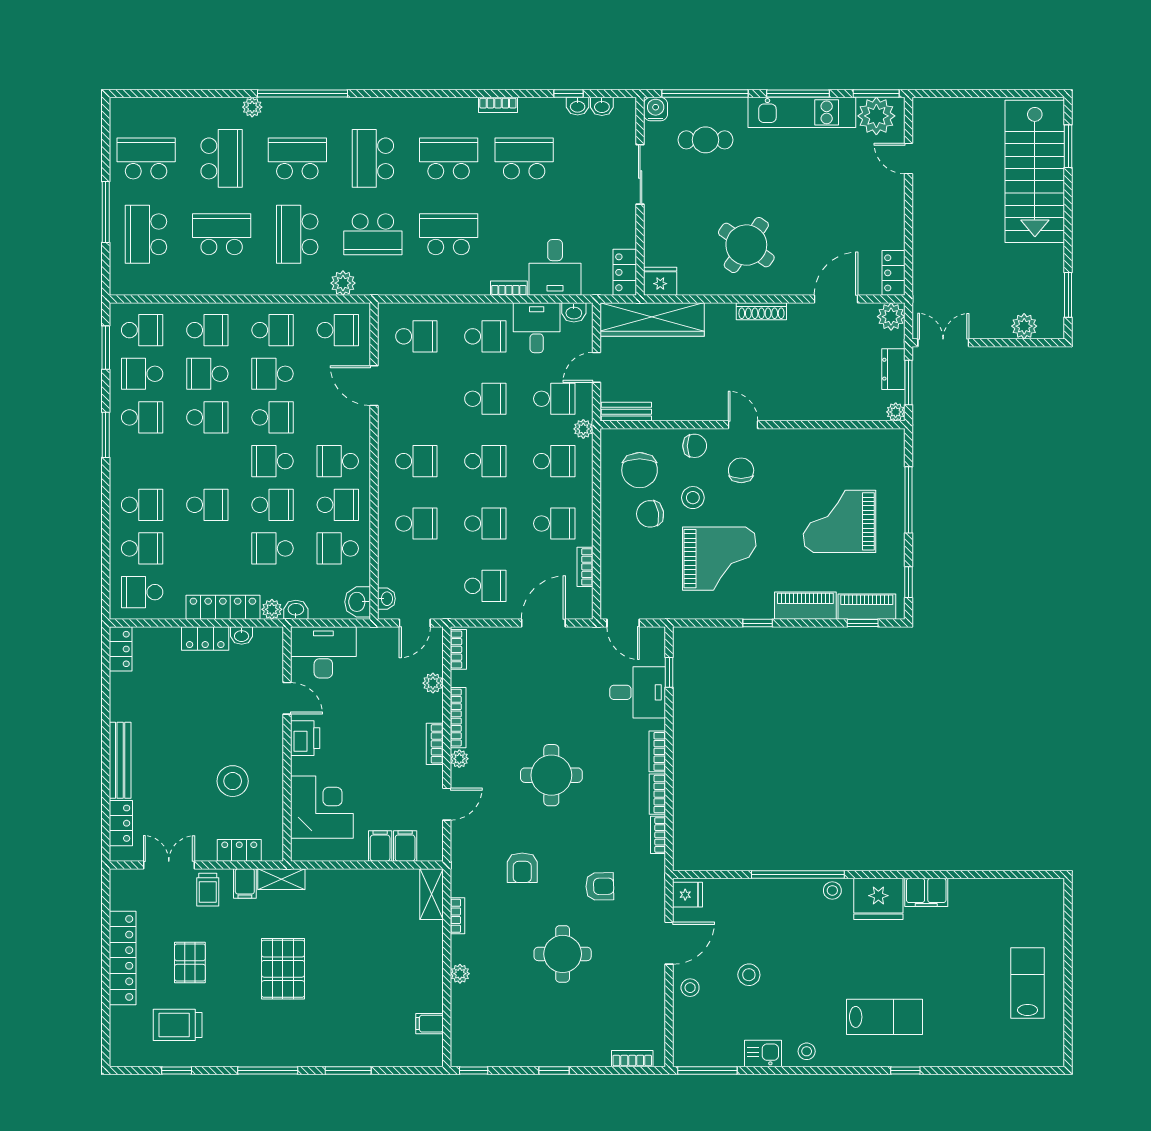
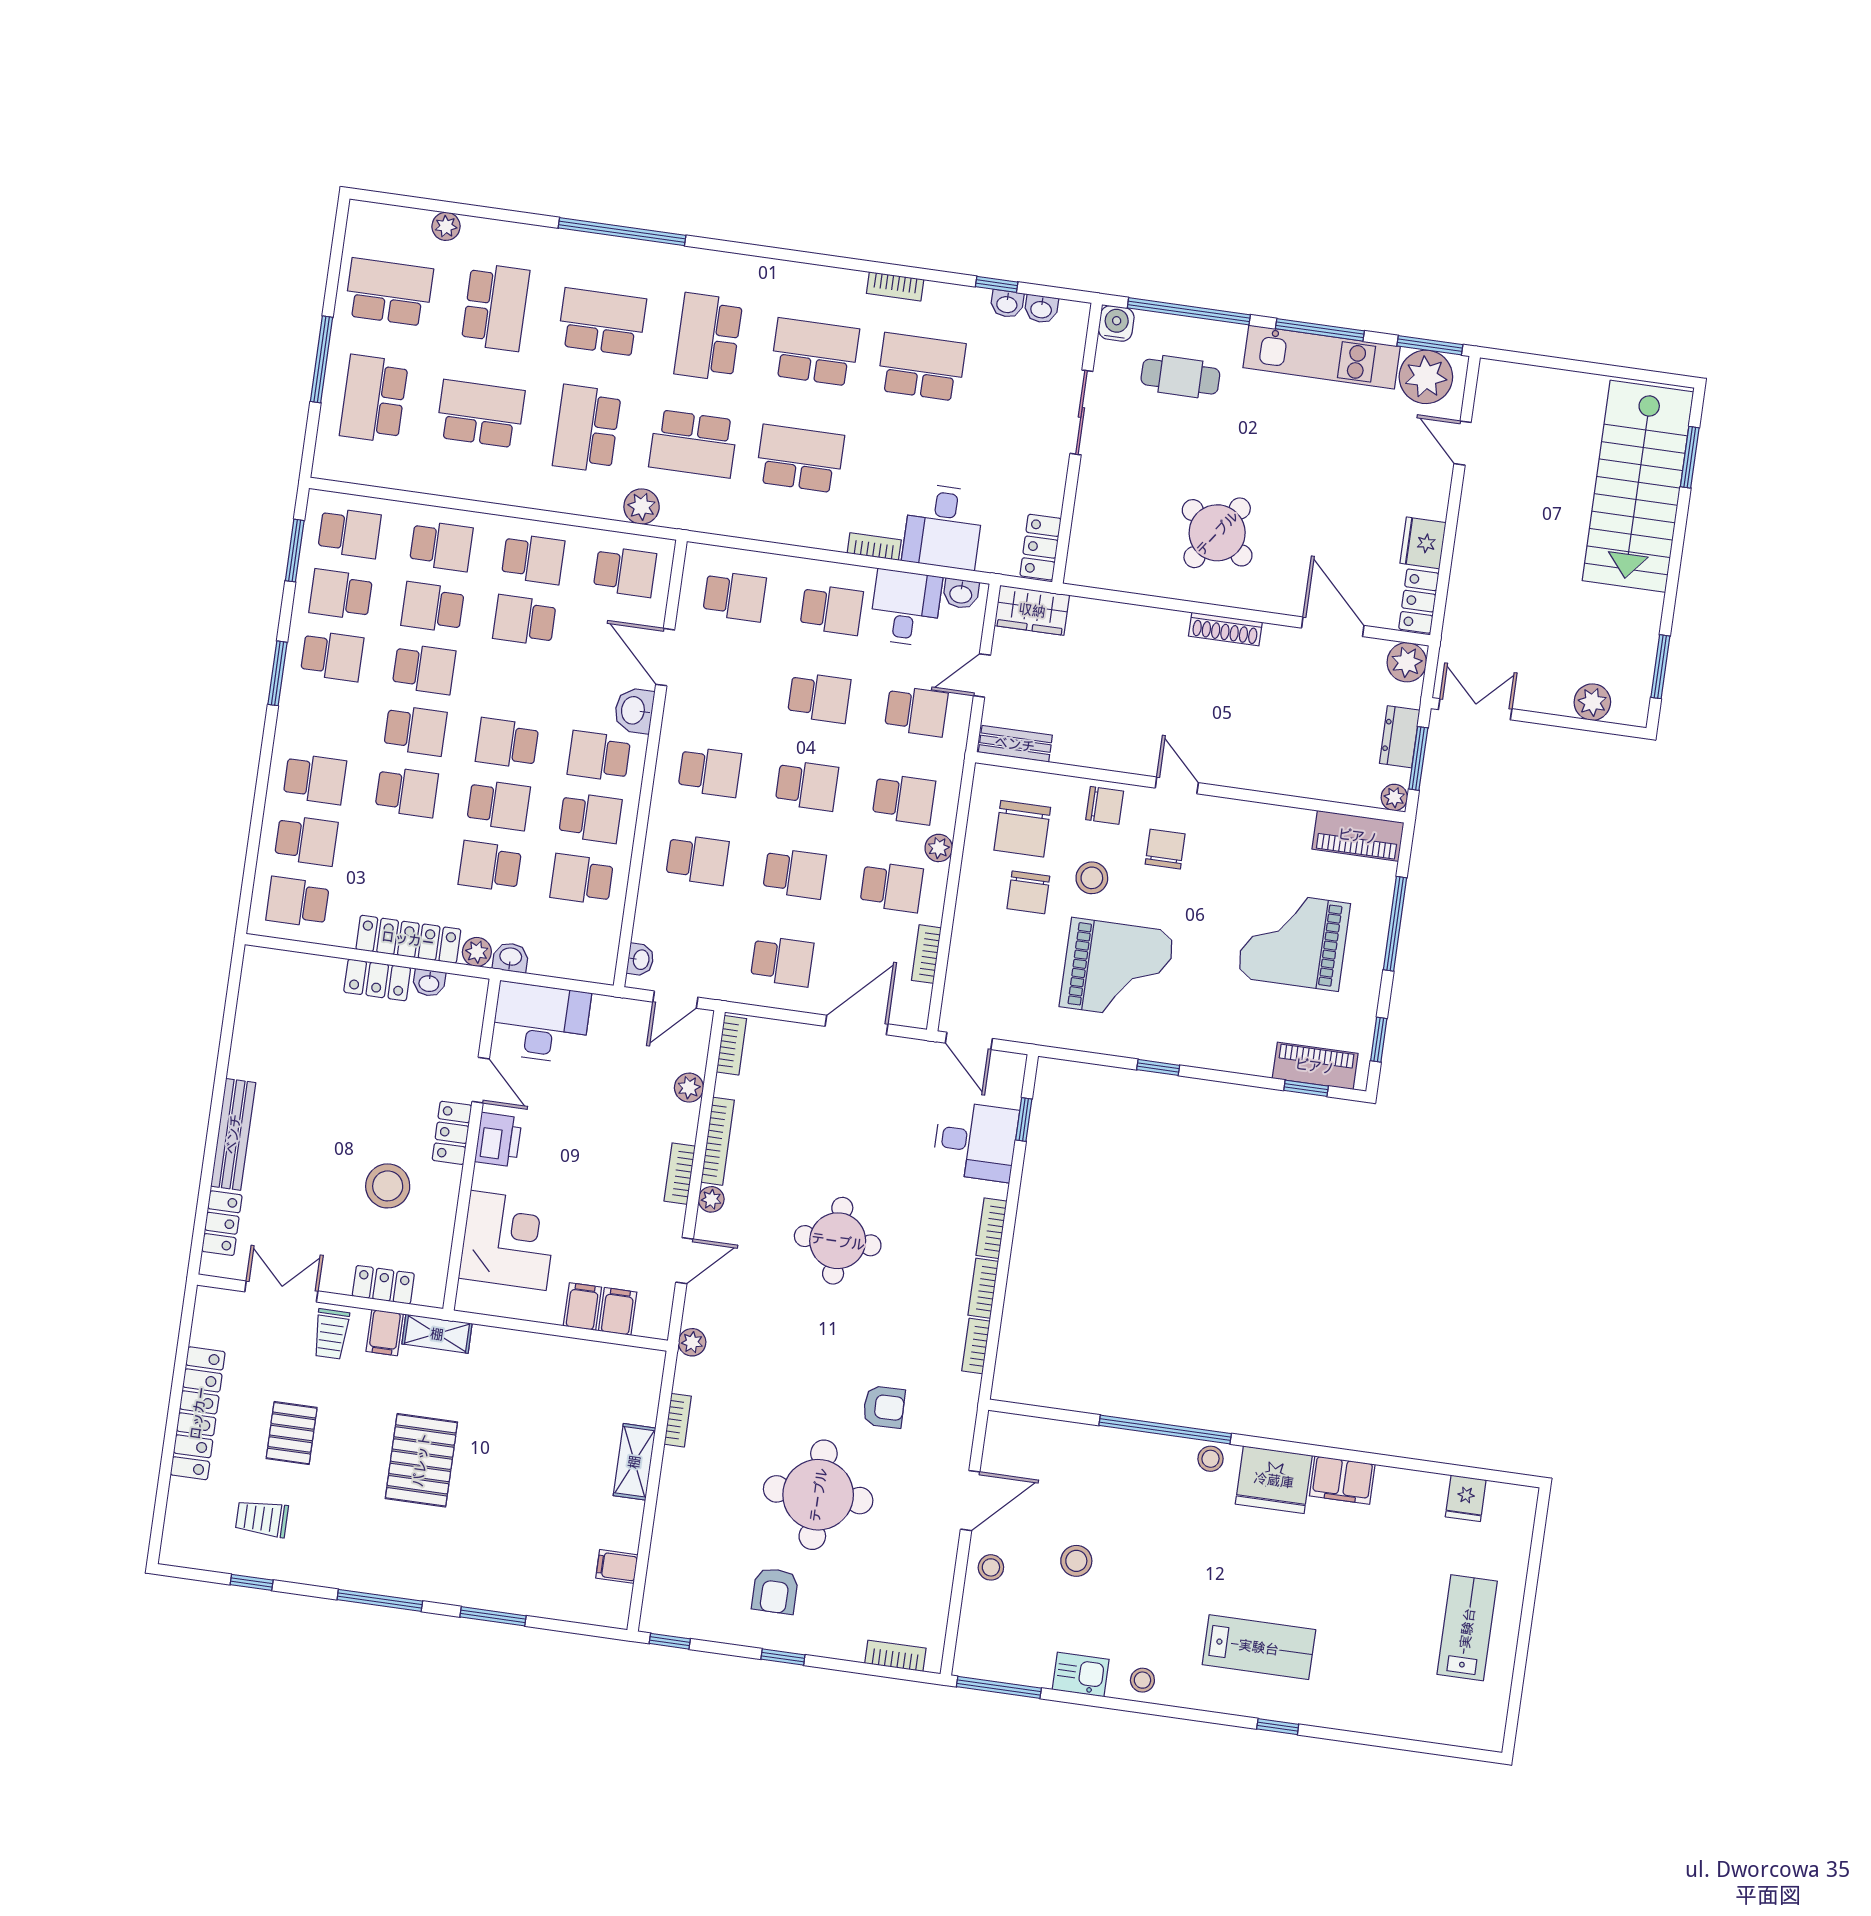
plant: (252, 107) -> (446, 226), moved
fridge: (660, 281) -> (1423, 543), moved, turned -90
door: (836, 299) -> (1333, 627), hinge flipped
wardrobe: (652, 320) -> (1032, 610), width x0.48, depth x0.85
school desk: (273, 417) -> (415, 730), moved
plant: (583, 429) -> (939, 848), moved
chair: (650, 514) -> (1028, 892), turned -81
washbasin: (358, 602) -> (634, 710), moved
piano: (805, 606) -> (1358, 836), moved, turned 180
locker: (121, 649) -> (452, 1133), moved, turned 180
armchair: (522, 868) -> (775, 1591), moved
shelving: (432, 894) -> (634, 1462), moved
fridge: (688, 895) -> (1466, 1498), moved, turned 90
round table: (563, 954) -> (818, 1495), width x1.36, depth x1.36
plant: (460, 974) -> (692, 1342), moved
trolley: (178, 1025) -> (262, 1519), width x0.73, depth x0.72

